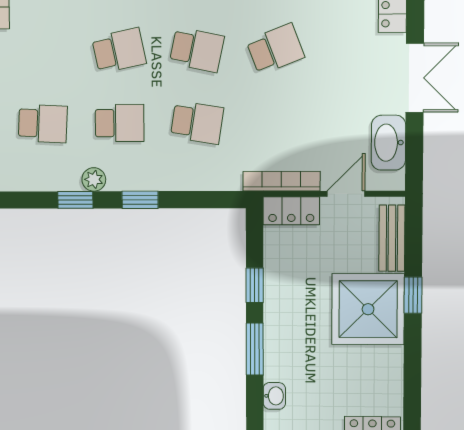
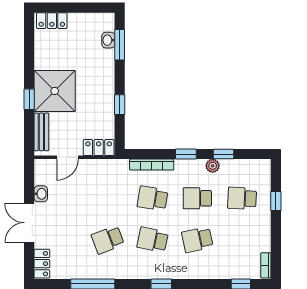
washbasin: (388, 143) -> (41, 194), width x0.52, depth x0.69
bookcase: (281, 181) -> (152, 165), moved
window: (255, 349) -> (120, 45), moved

